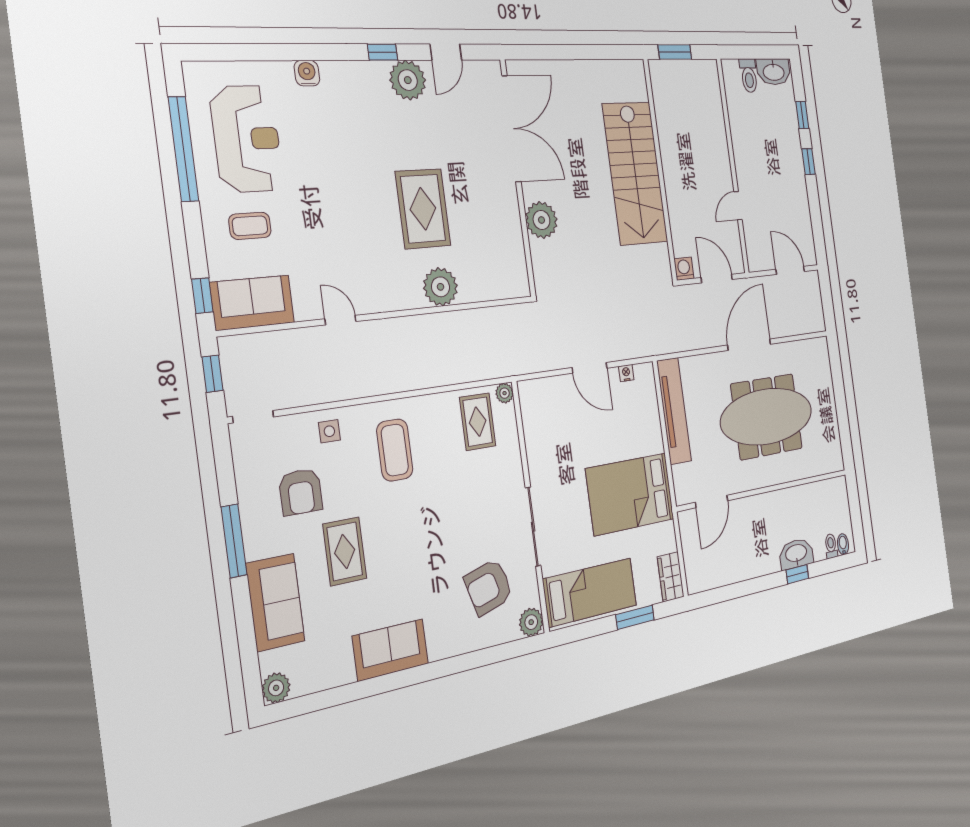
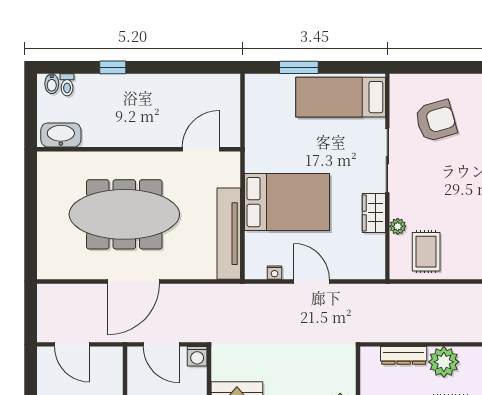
dresser: (485, 290) -> (404, 355), added
plant: (505, 393) -> (398, 226), moved
bed: (630, 494) -> (287, 202), moved
washbasin: (796, 554) -> (61, 135), moved, turned 180
wardrobe: (671, 577) -> (374, 213), moved, turned 180
plant: (531, 622) -> (401, 85), removed

